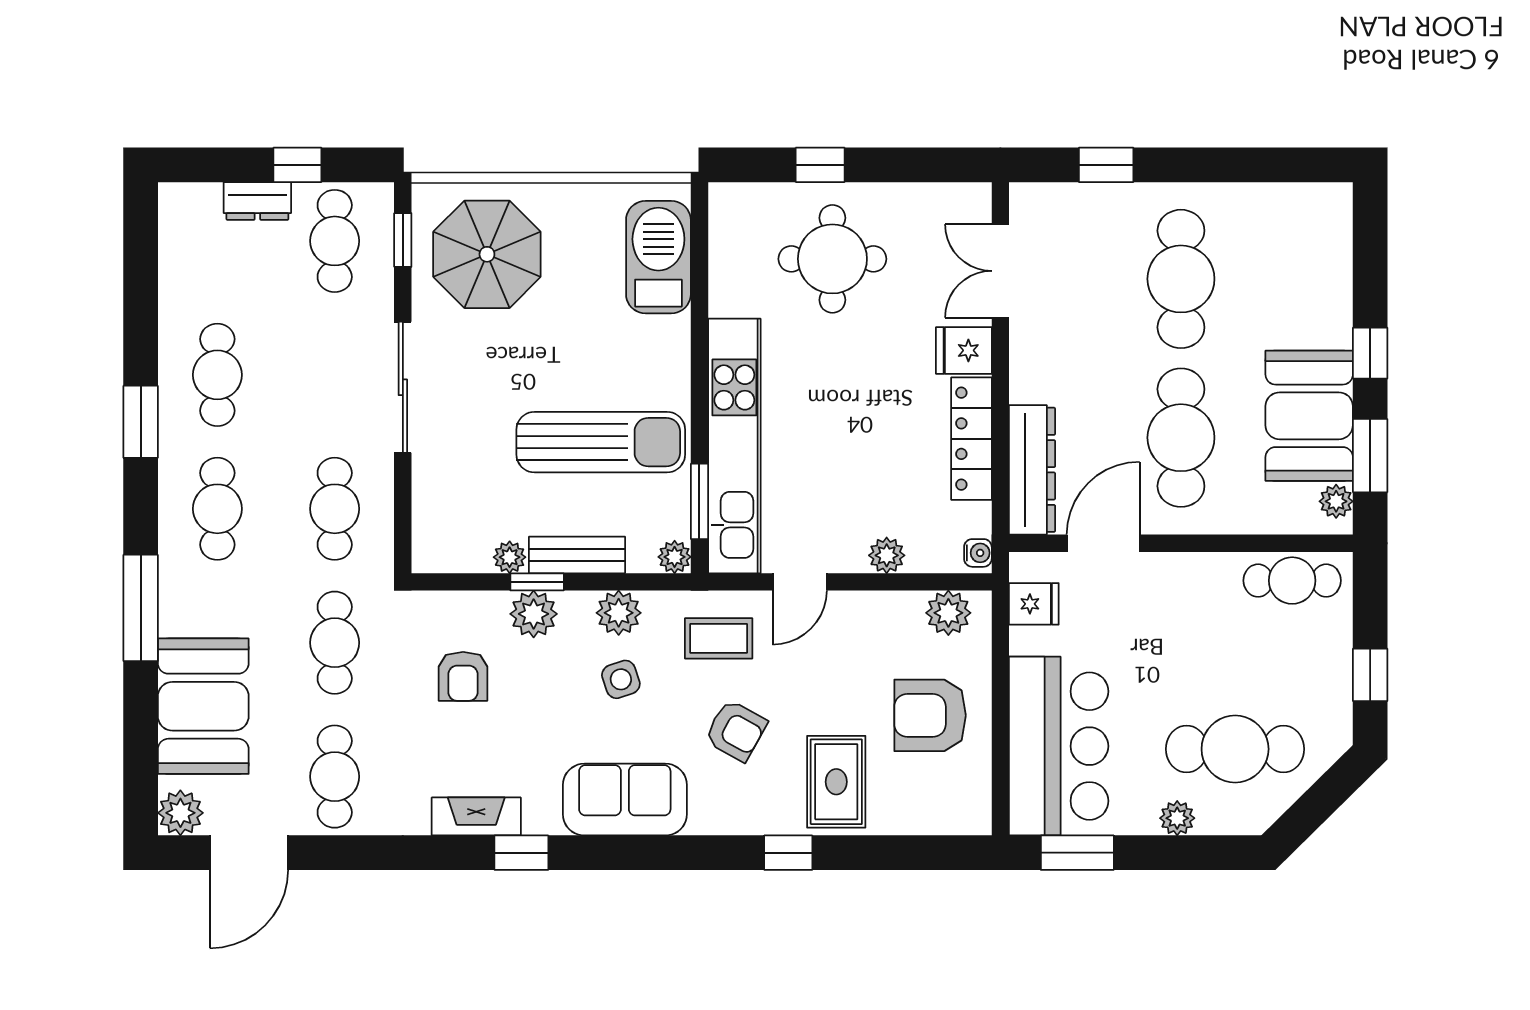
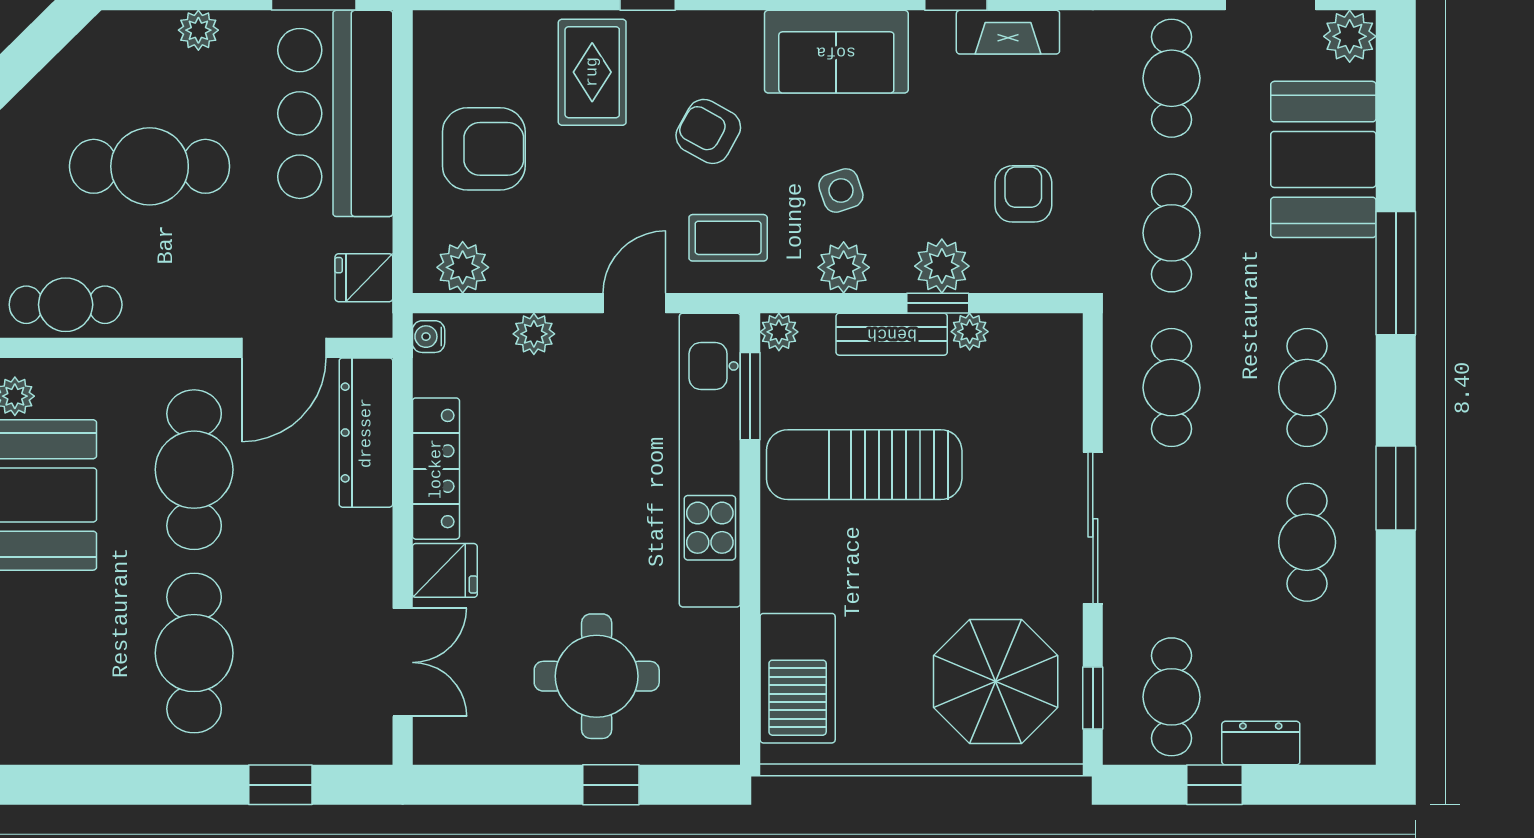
cafe table: (1235, 749) -> (150, 166), moved

